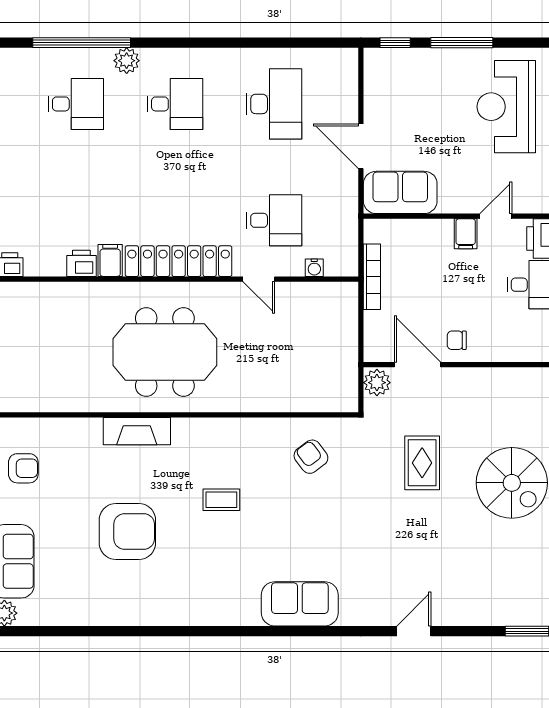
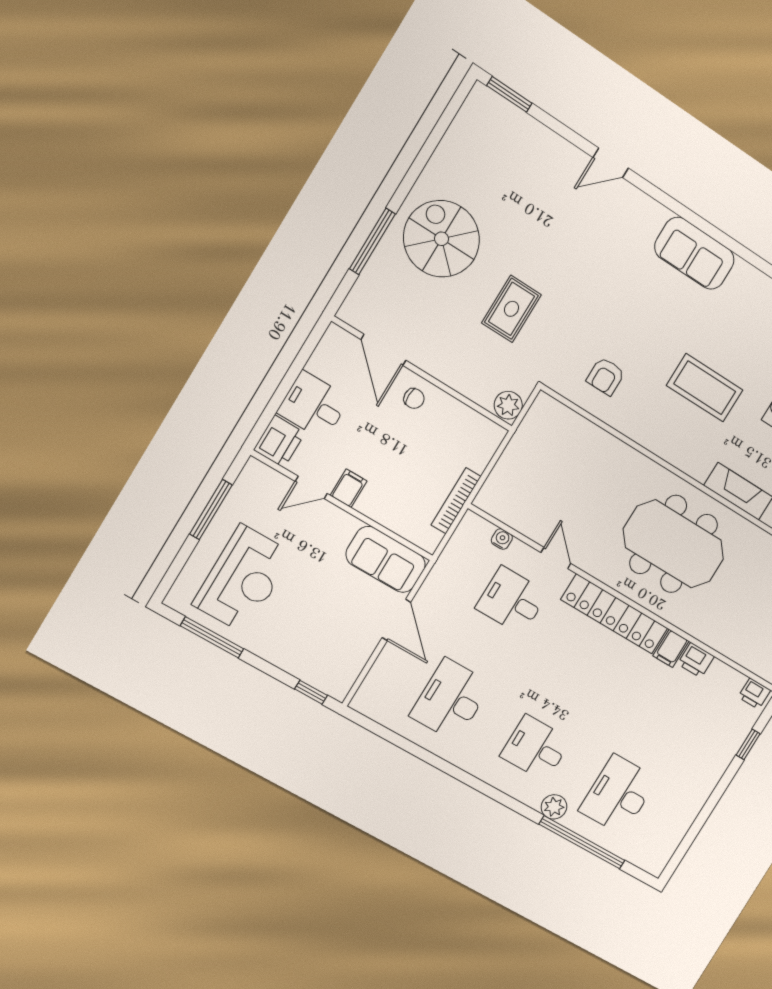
window: (462, 43) -> (212, 637), moved
desk: (76, 104) -> (618, 795), width x1.37
door: (417, 365) -> (383, 350), moved
armchair: (311, 457) -> (606, 376), turned 37
coffee table: (221, 500) -> (705, 388), width x1.86, depth x1.72

